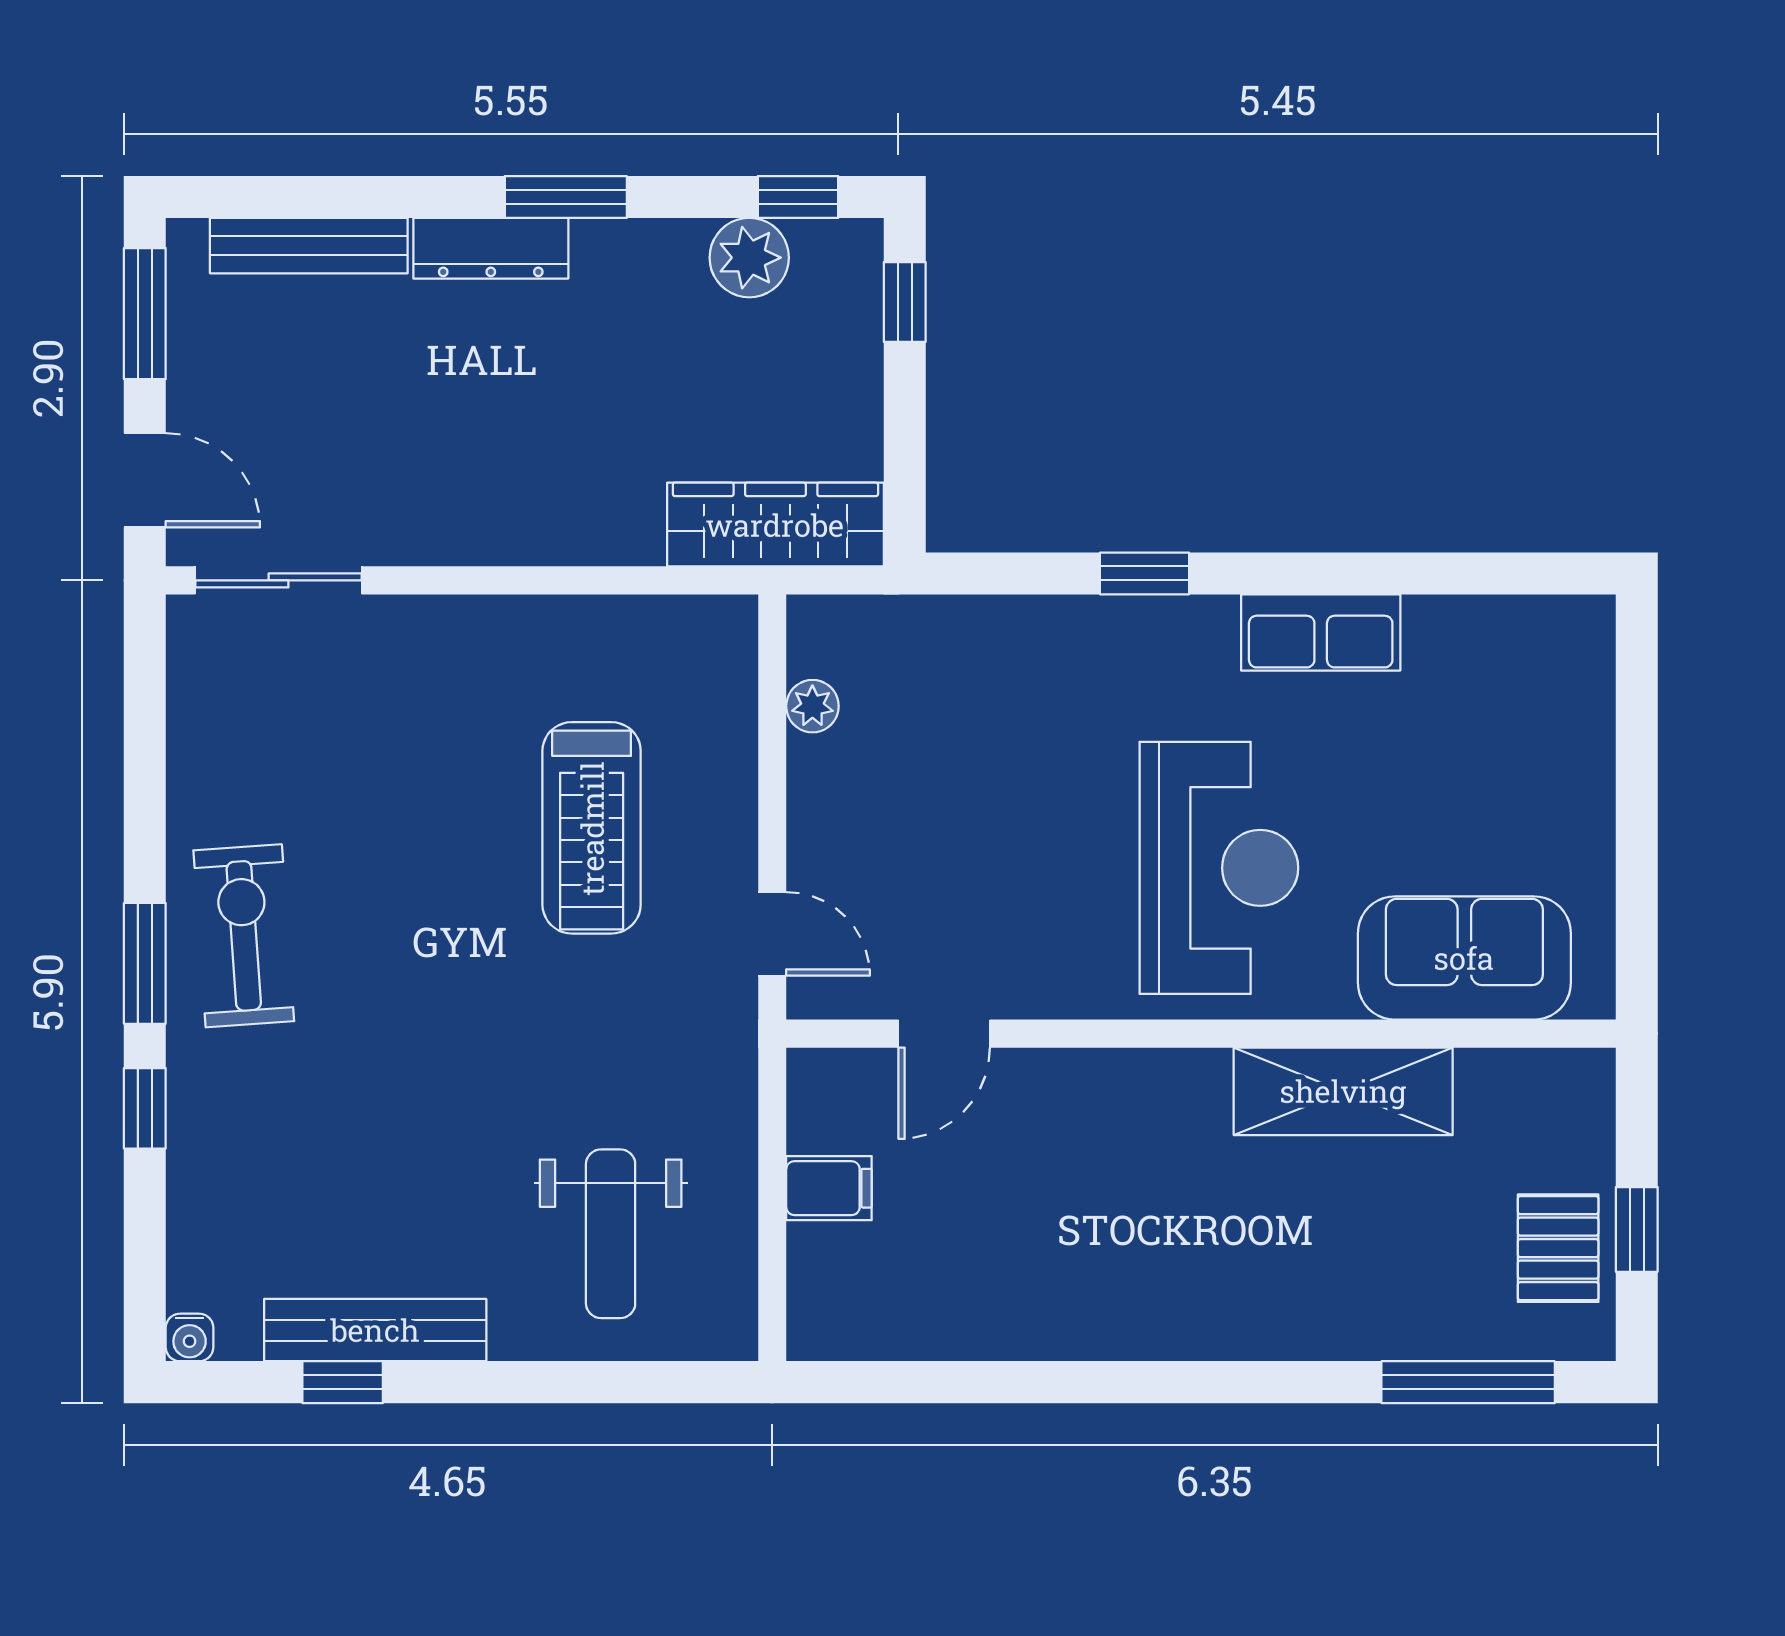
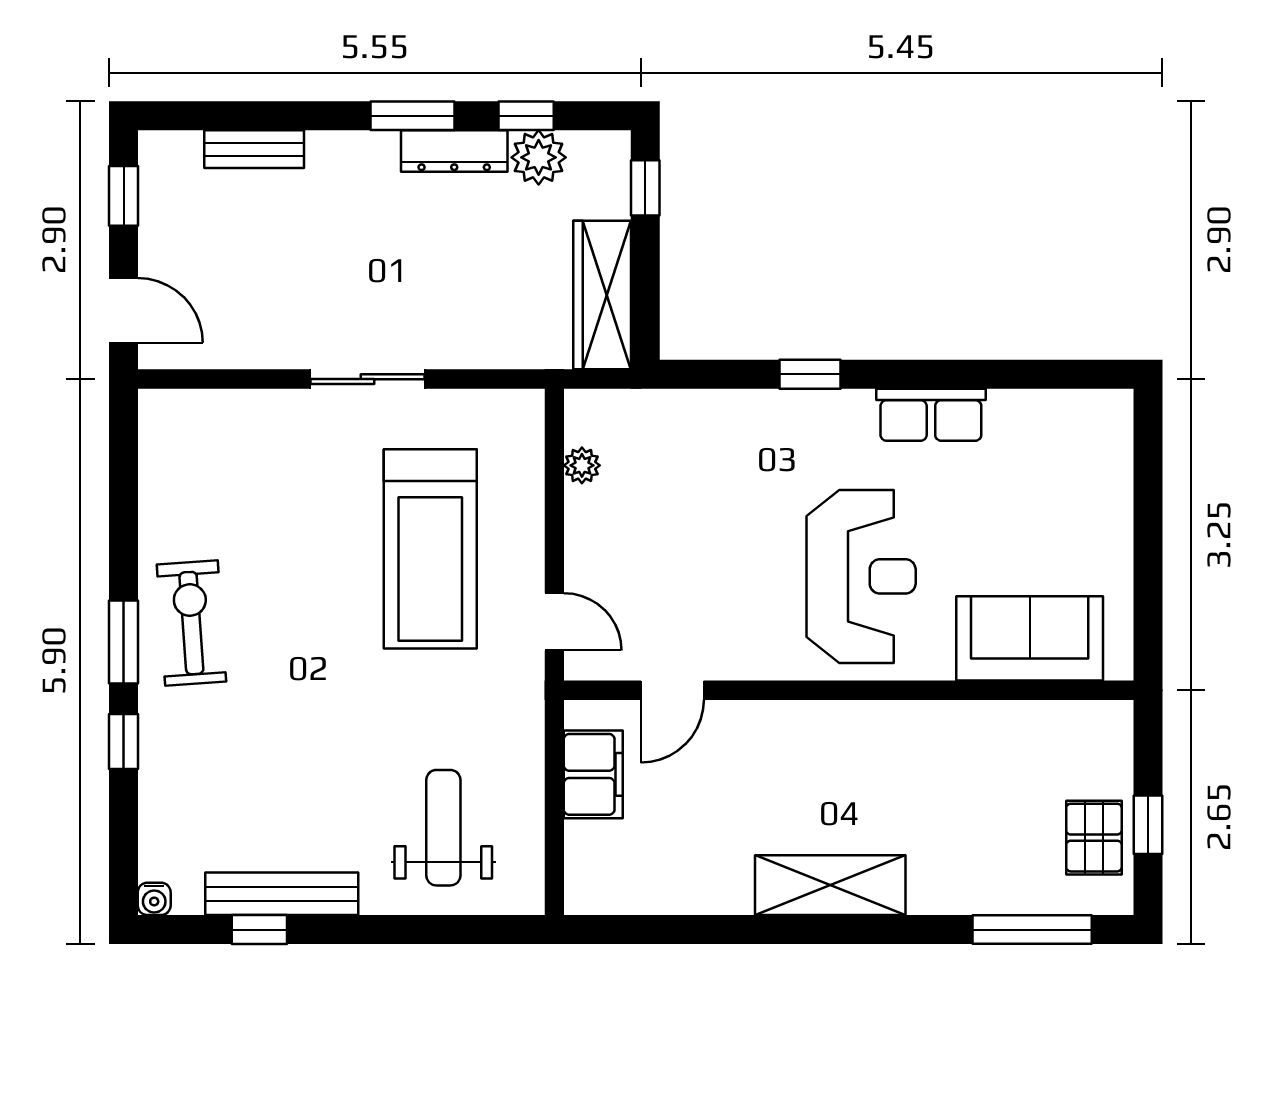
window: (798, 197) -> (526, 116), moved
bench: (309, 246) -> (254, 149), width x0.73
dresser: (491, 248) -> (454, 151), moved
window: (145, 314) -> (124, 196), width x0.67
wardrobe: (775, 525) -> (602, 295), moved, turned -90
sliding door: (278, 580) -> (368, 379), moved
treadmill: (592, 828) -> (430, 549), width x1.37, depth x1.38
shelving: (1343, 1091) -> (830, 885), moved
filing cabinet: (829, 1188) -> (593, 774), width x2.00
weight bench: (611, 1234) -> (443, 828), turned 180

